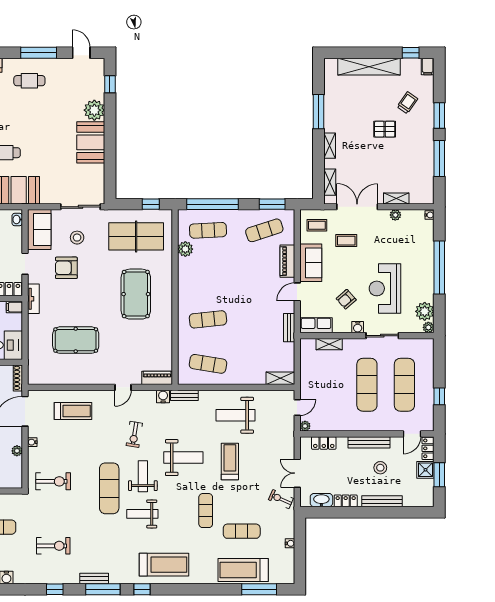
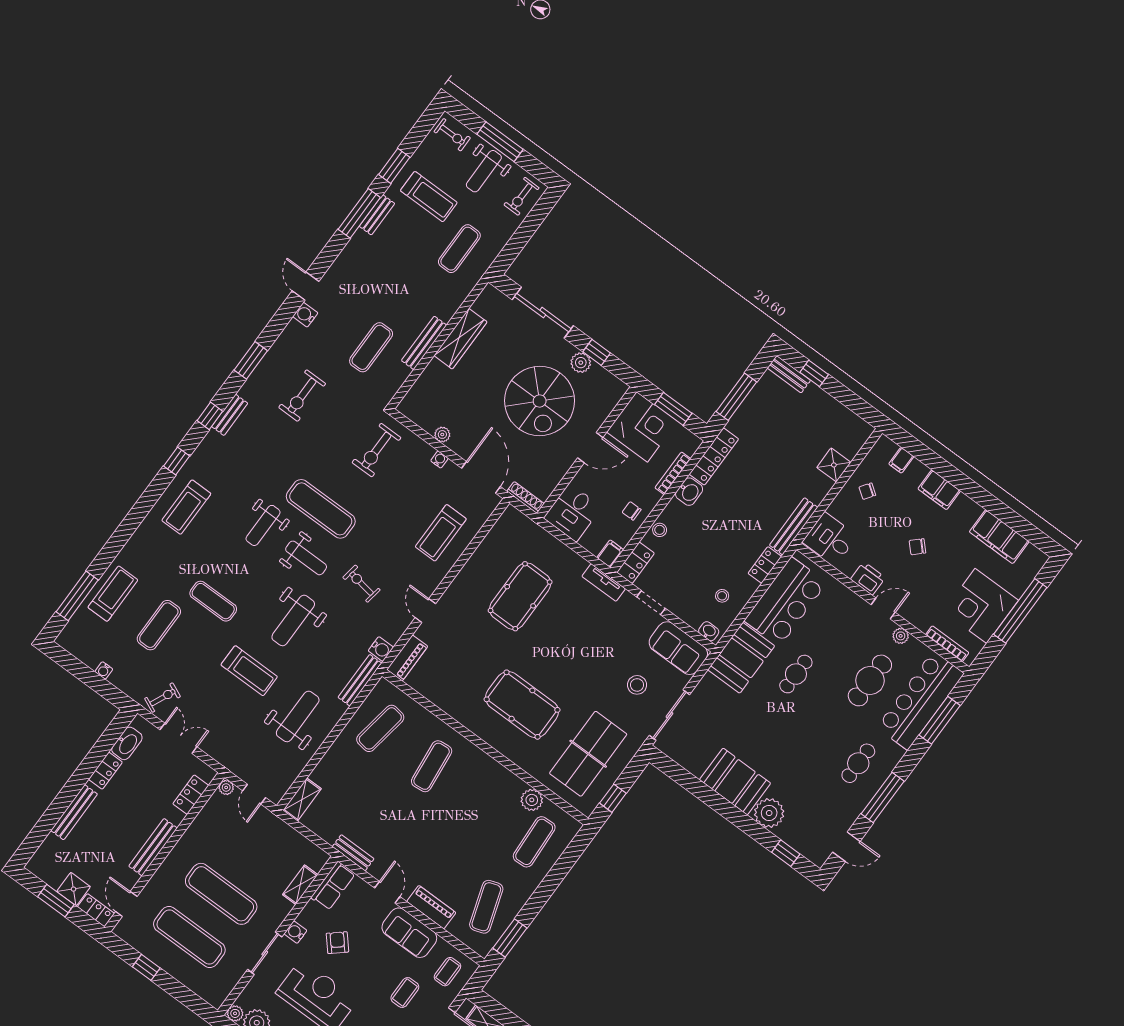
window: (212, 204) -> (561, 869), removed
armchair: (66, 268) -> (611, 647), removed
bench: (184, 395) -> (360, 680), width x1.36
stool: (380, 468) -> (114, 839), removed
weight bench: (142, 514) -> (263, 525), turned 180
treadmill: (164, 565) -> (186, 507), width x0.73, depth x0.73
treadmill: (243, 570) -> (113, 594), width x0.73, depth x0.73
window: (55, 589) -> (251, 360), width x1.50
window: (103, 589) -> (210, 416), width x0.46

